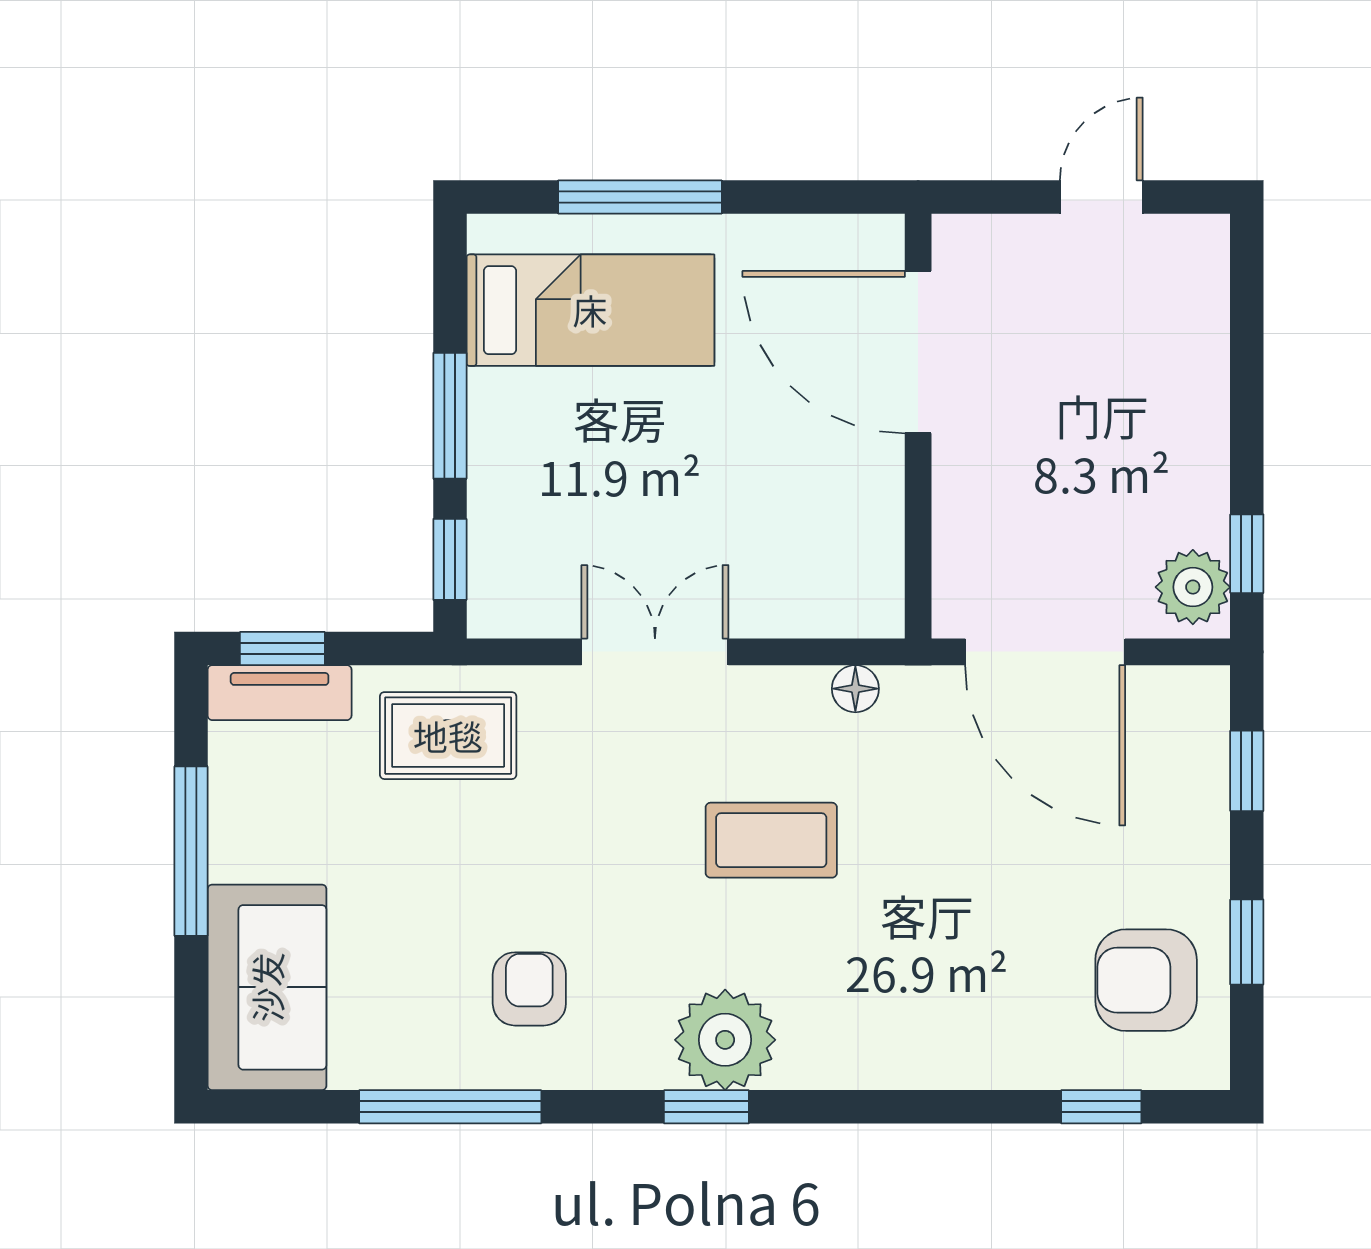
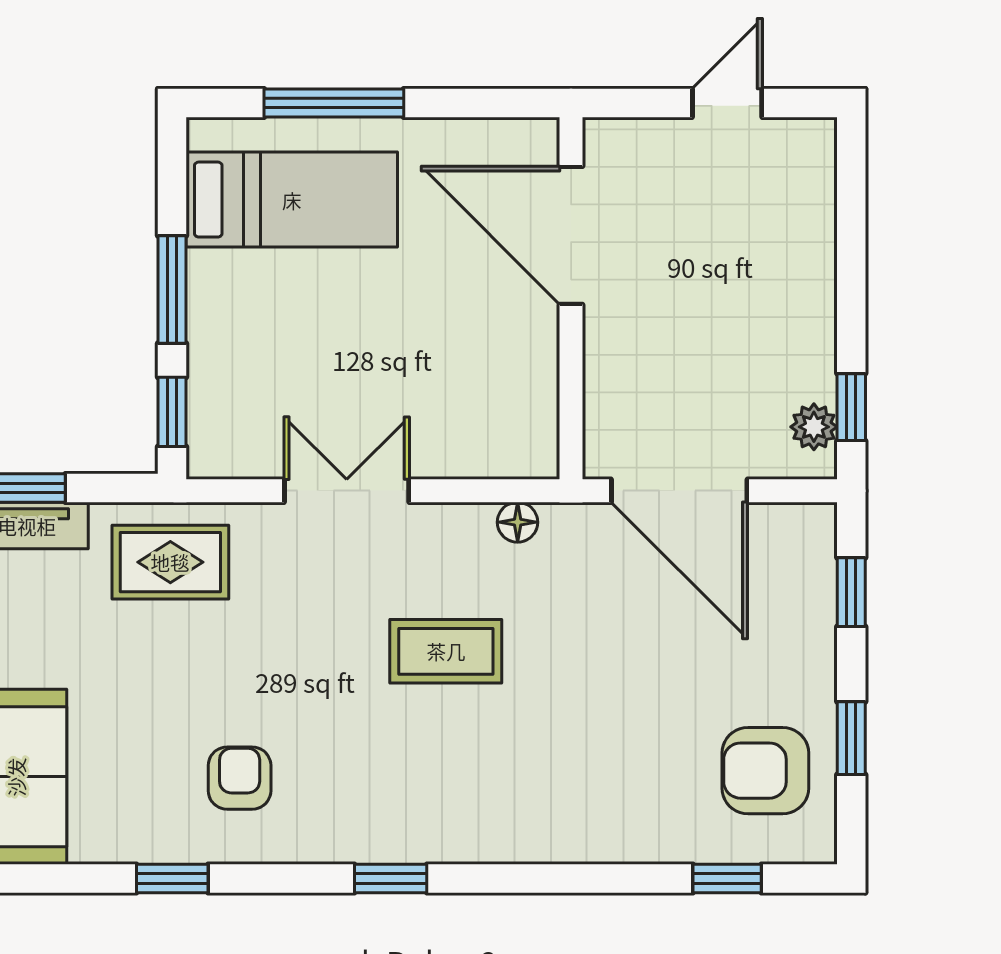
plant: (1193, 587) -> (814, 427), width x0.73, depth x0.73
plant: (725, 1040) -> (406, 821), removed
window: (450, 1107) -> (172, 879), width x0.46

